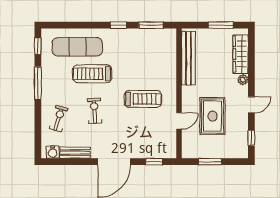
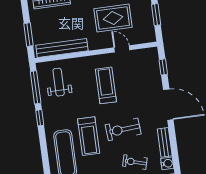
window: (151, 25) -> (36, 87), width x1.44
window: (221, 25) -> (28, 35), moved
weight bench: (153, 50) -> (59, 82), added
exercise bike: (94, 111) -> (123, 129), width x1.38, depth x1.39

